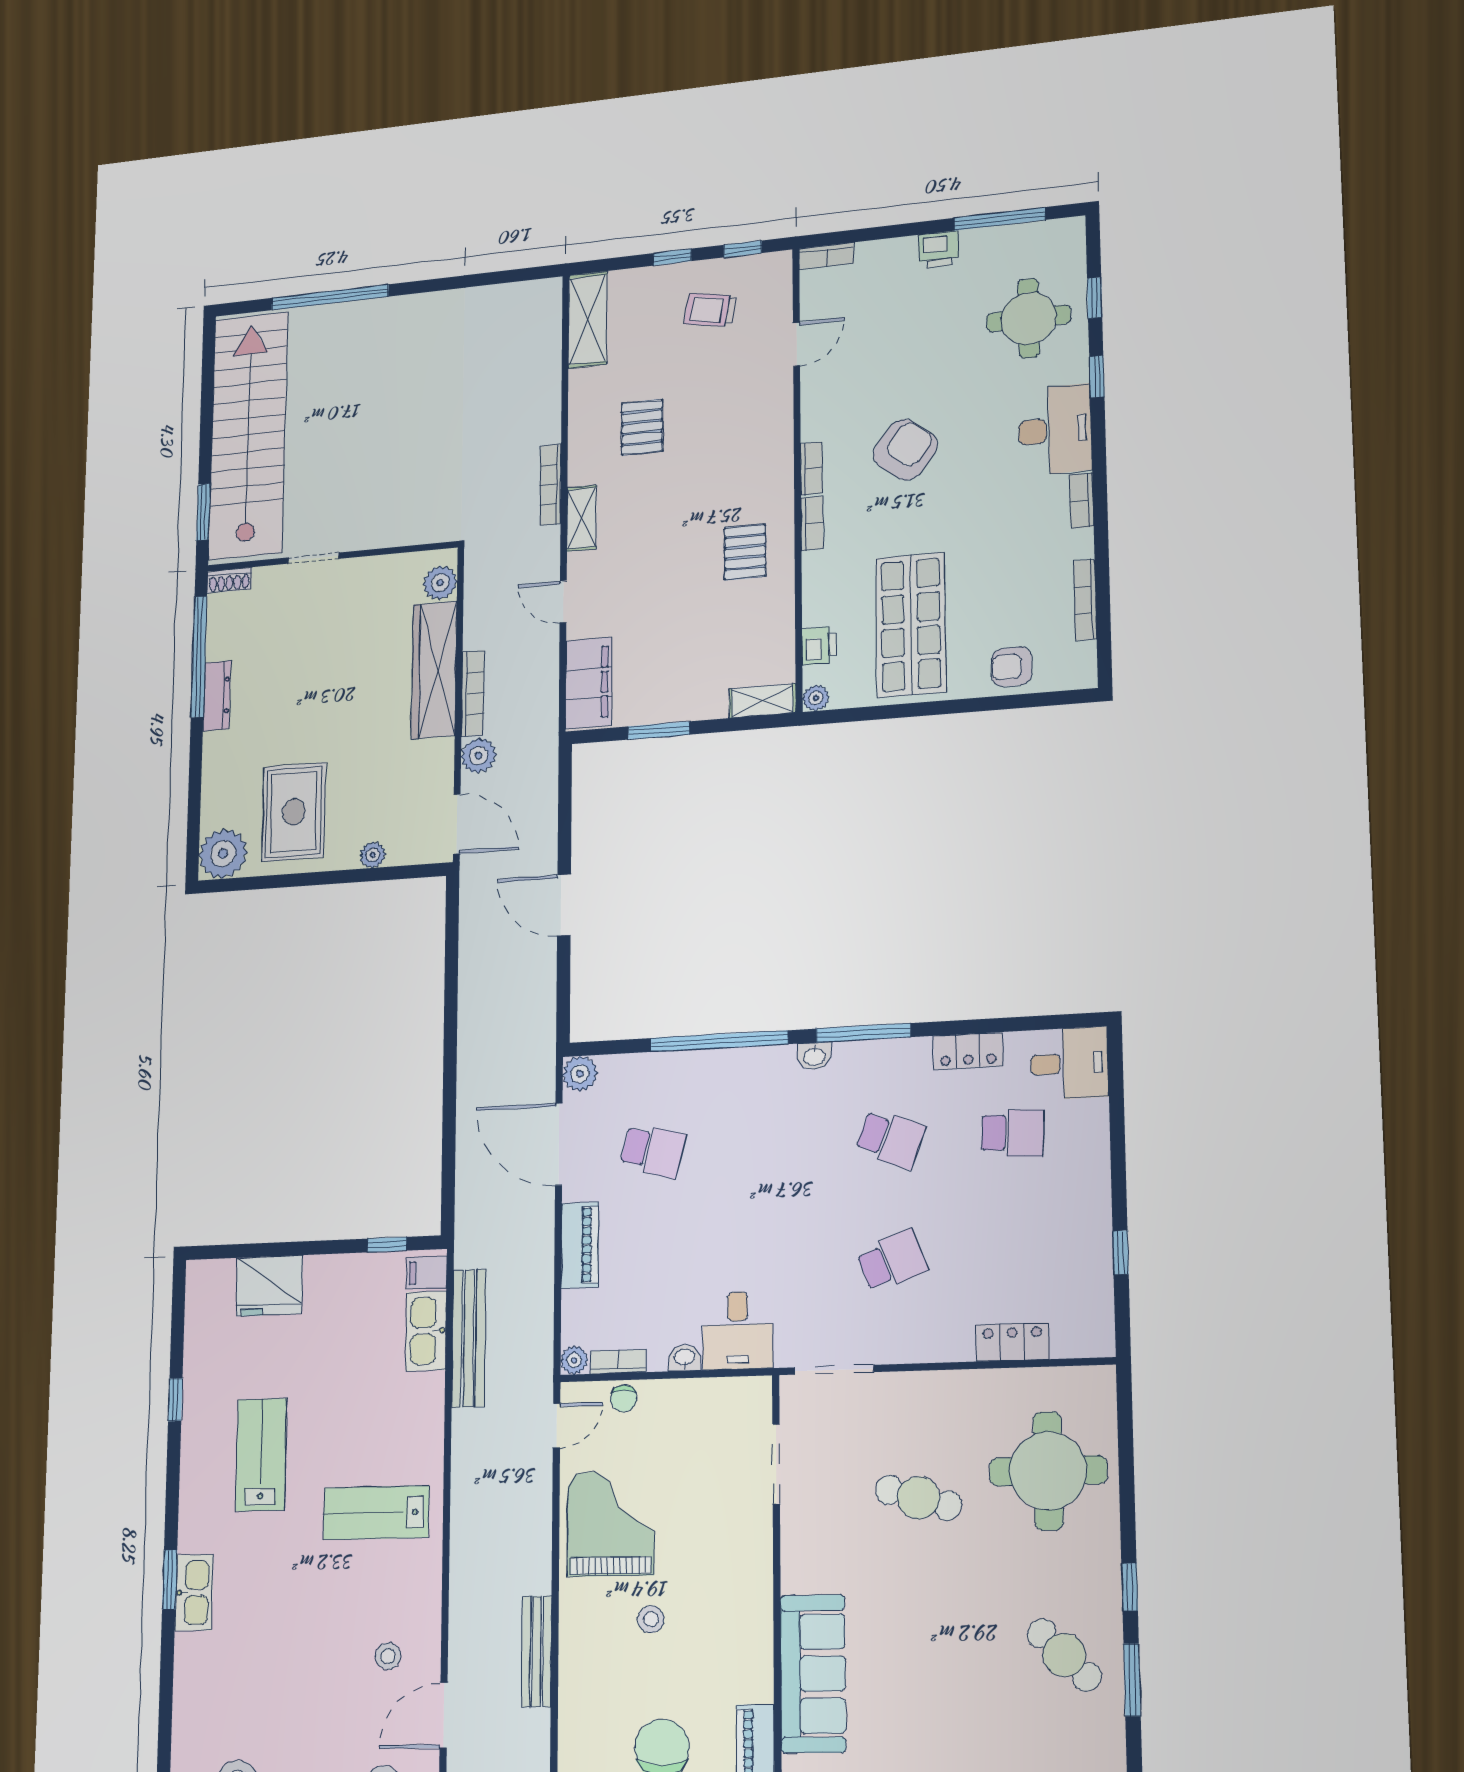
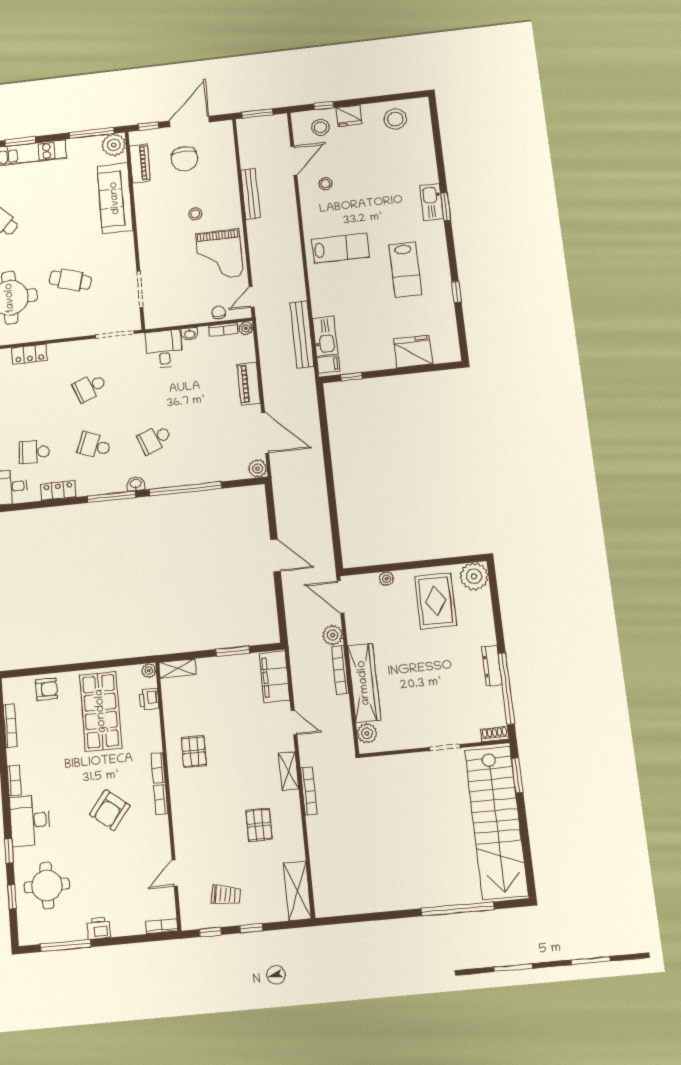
school desk: (653, 1151) -> (155, 439), moved, turned -36

